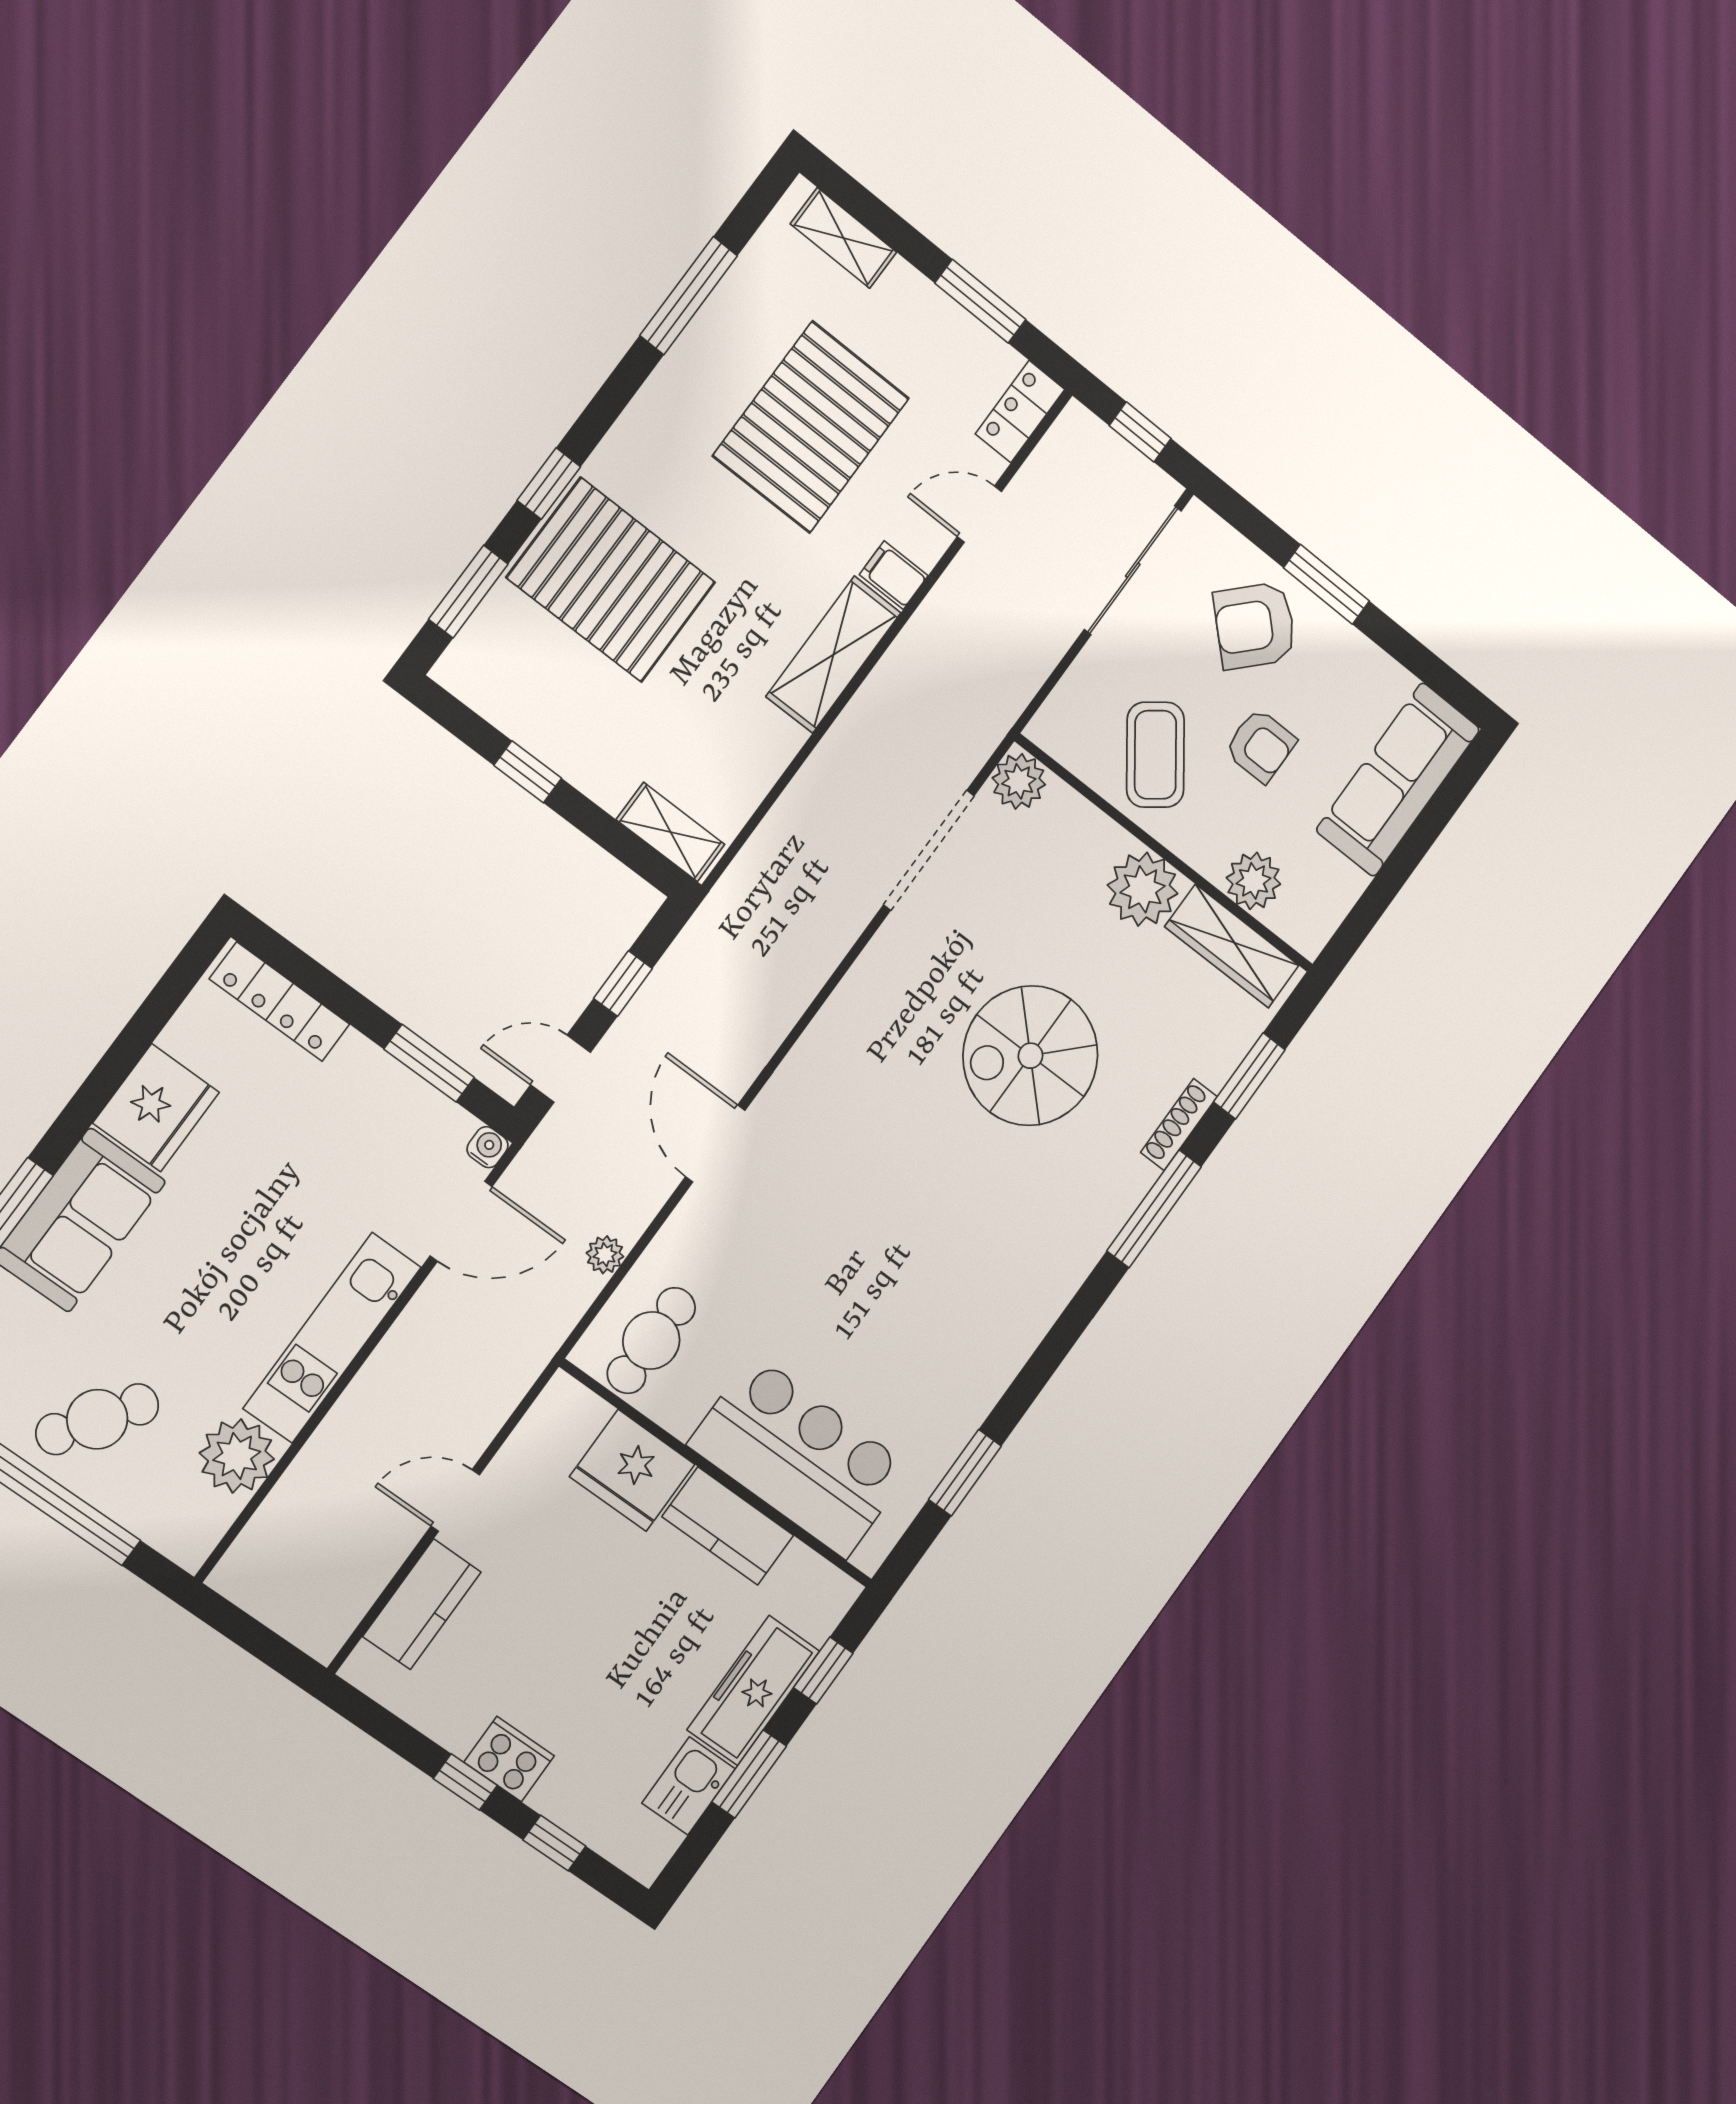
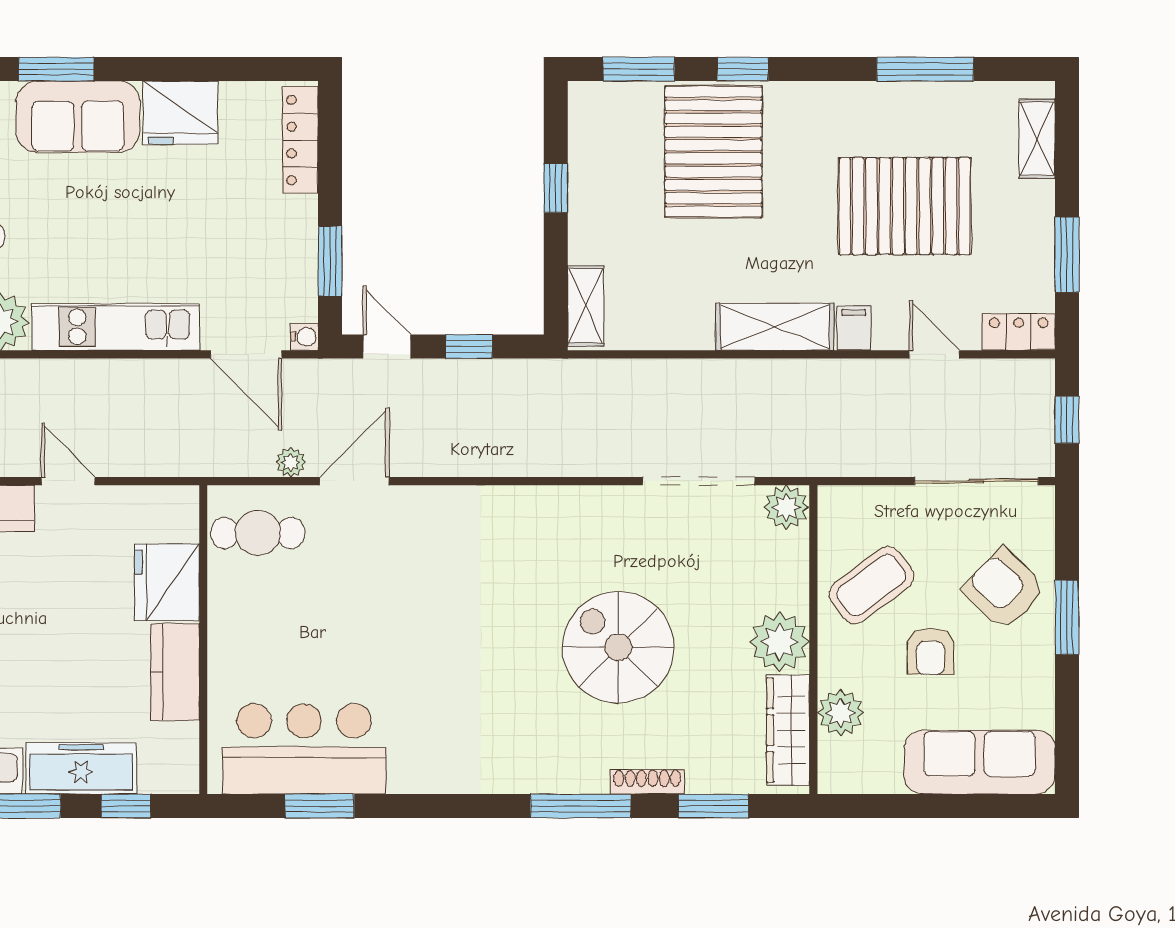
door: (715, 1143) -> (354, 481), moved
bar counter: (800, 1457) -> (304, 749), moved, turned -90

